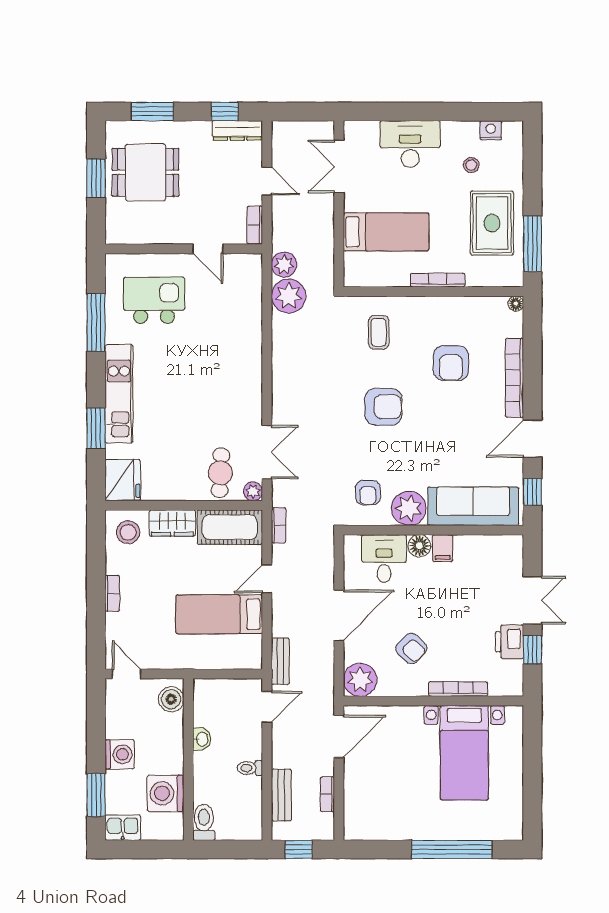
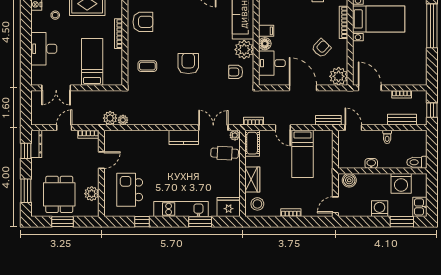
plant: (147, 231) -> (92, 194), added
plant: (289, 296) -> (123, 120), width x0.53, depth x0.53
window: (96, 323) -> (142, 222), width x0.46
armchair: (451, 363) -> (143, 22), moved
kitchen counter: (249, 399) -> (184, 137), added
armchair: (368, 493) -> (236, 72), turned 180
cot: (230, 527) -> (252, 143), width x0.73, depth x0.75

